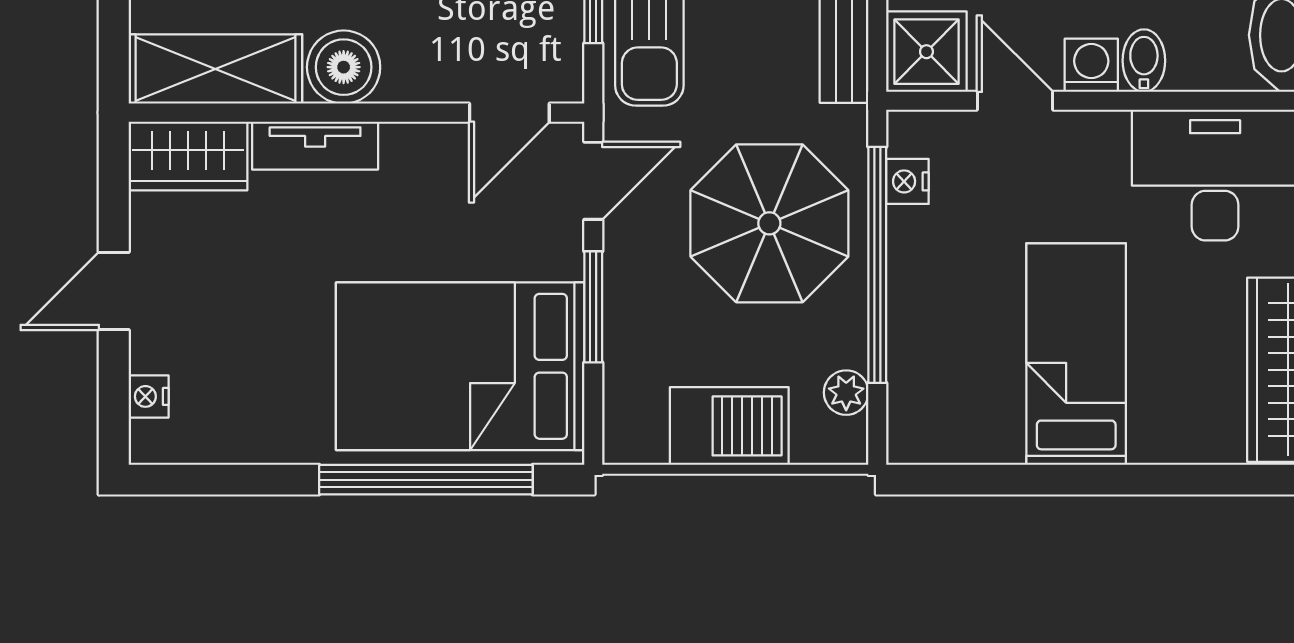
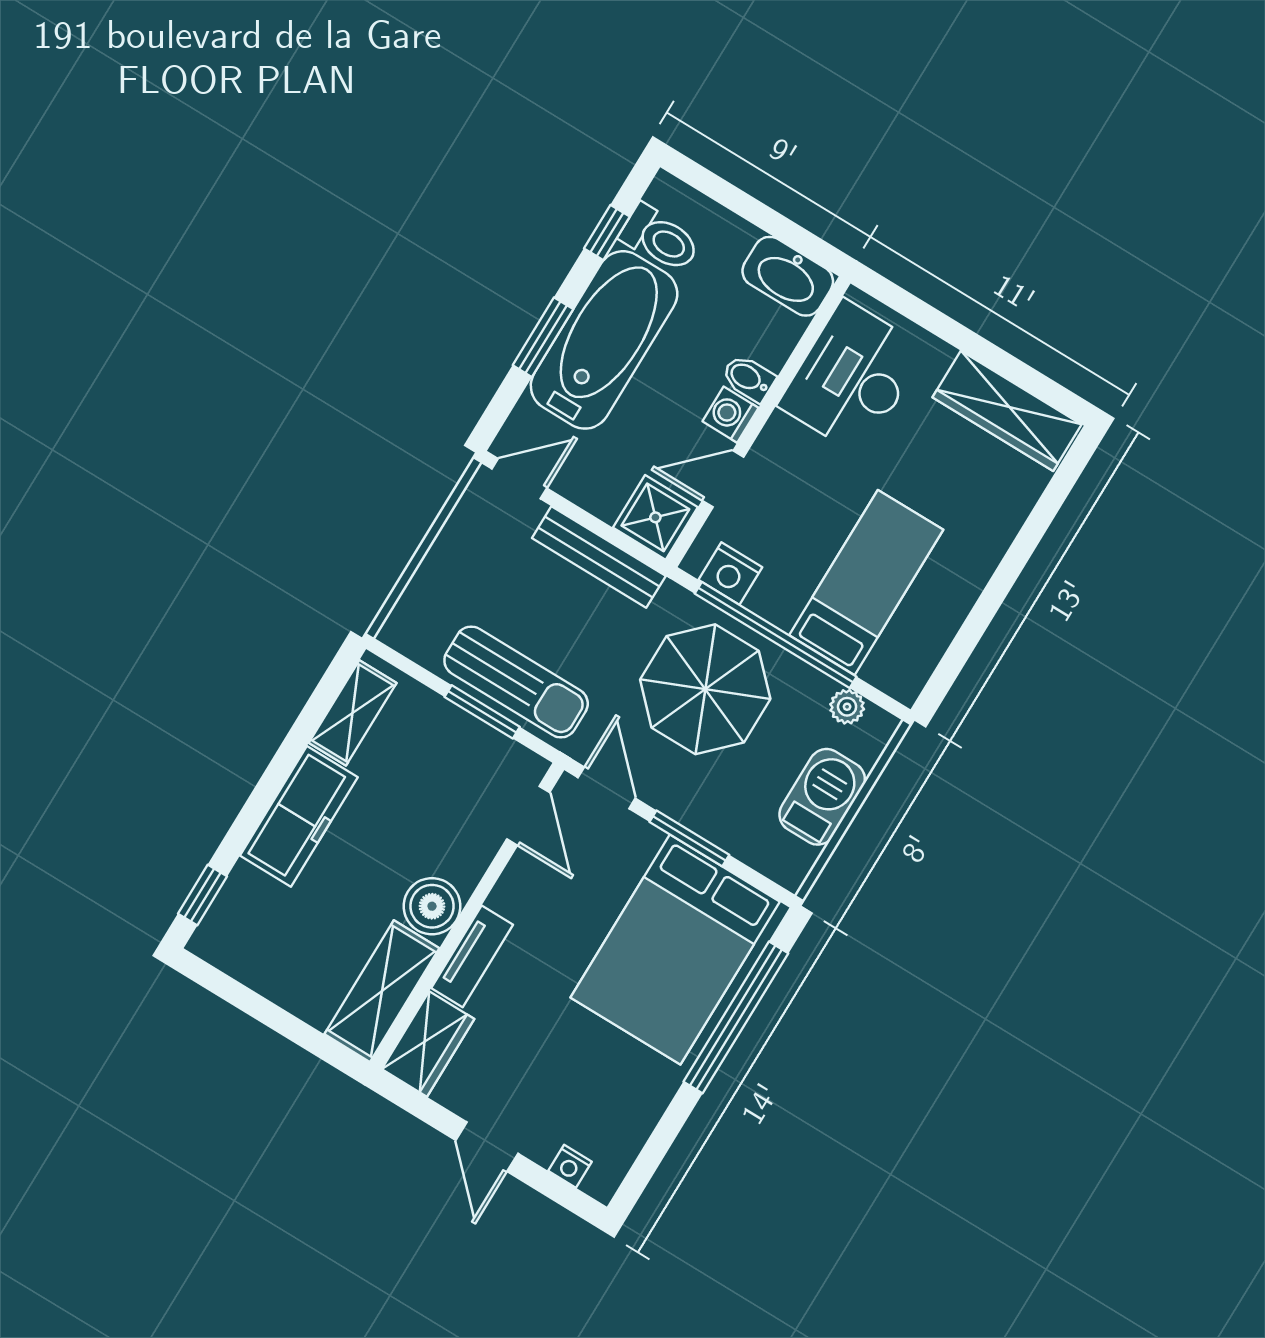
nightstand: (907, 181) -> (730, 573), width x1.39, depth x1.35
bed: (1076, 354) -> (866, 582), moved, turned 90

